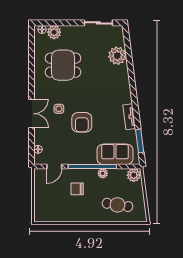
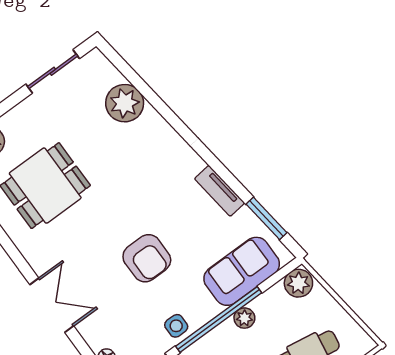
side table: (59, 109) -> (176, 326), moved

